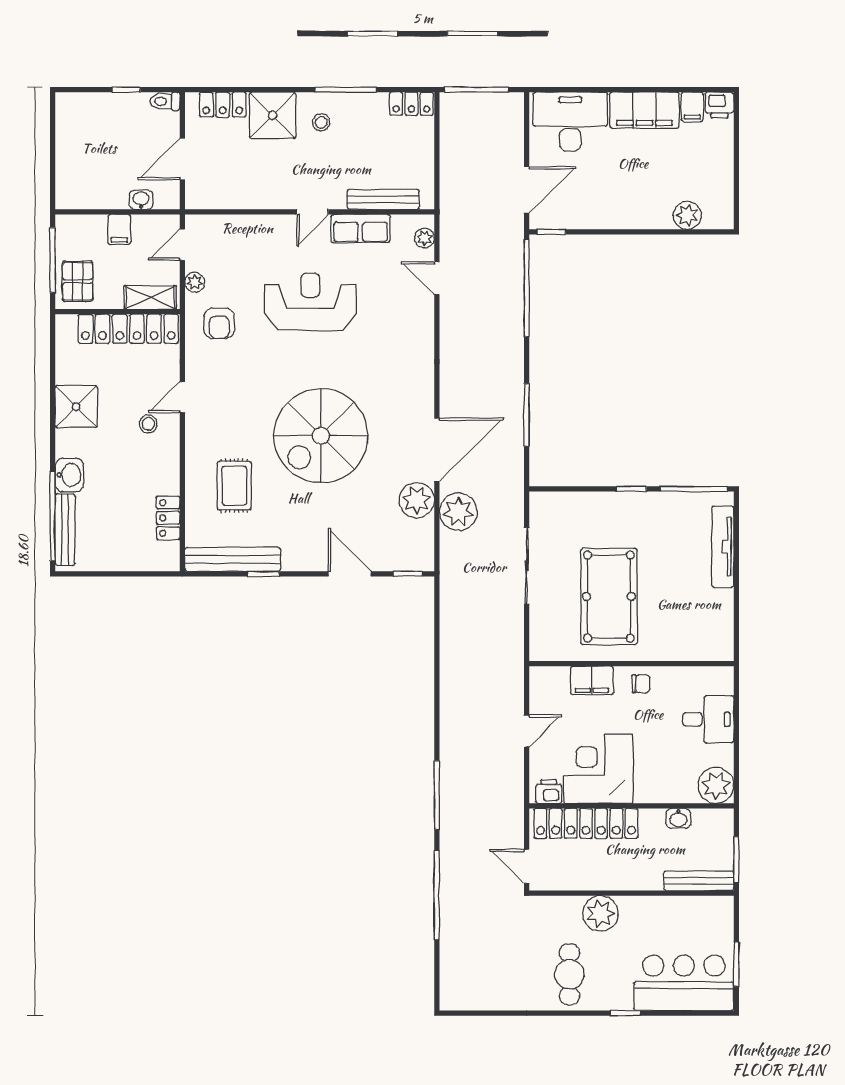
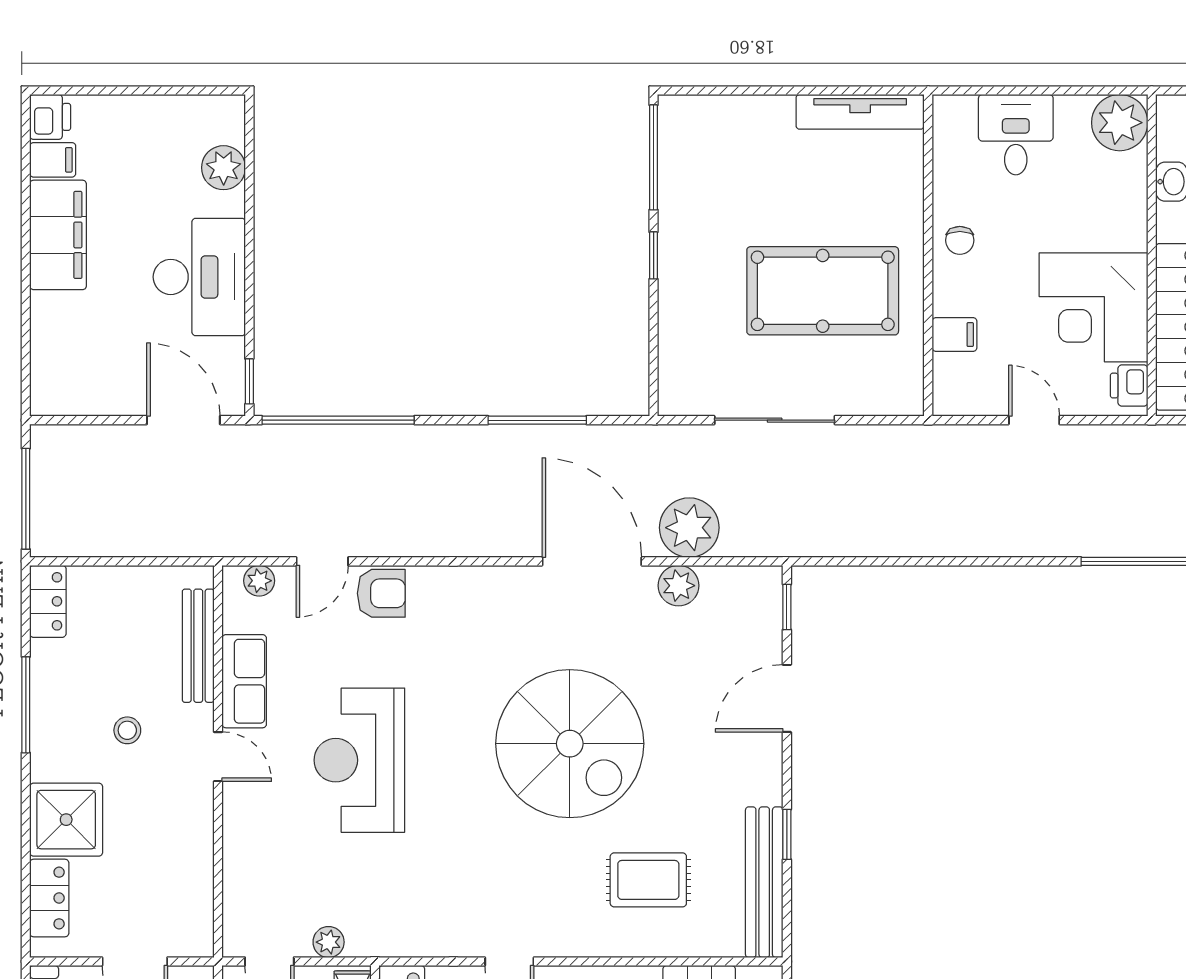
desk: (570, 121) -> (199, 277), moved, turned 180
stool: (321, 122) -> (127, 730), moved
armchair: (219, 323) -> (381, 593), moved
plant: (417, 500) -> (679, 586), width x0.73, depth x0.73
tv unit: (723, 547) -> (860, 112), moved
filing cabinet: (592, 680) -> (954, 335), width x0.50
chair: (641, 684) -> (960, 240), turned 180

